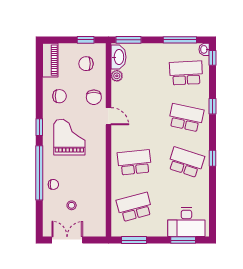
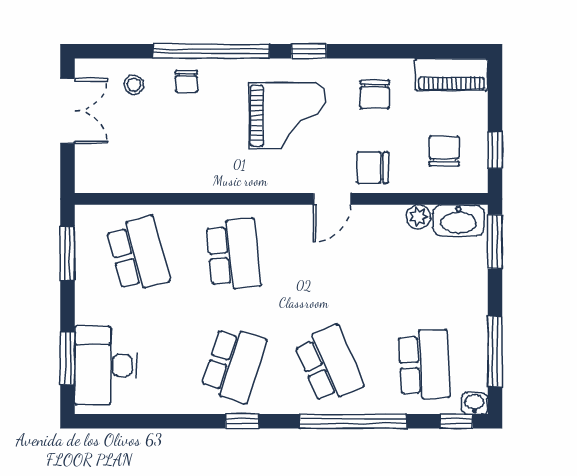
window: (213, 106) -> (353, 421), width x3.17
school desk: (186, 118) -> (329, 365), turned -36
stool: (72, 205) -> (134, 85), moved

